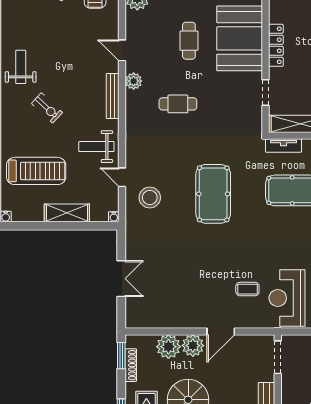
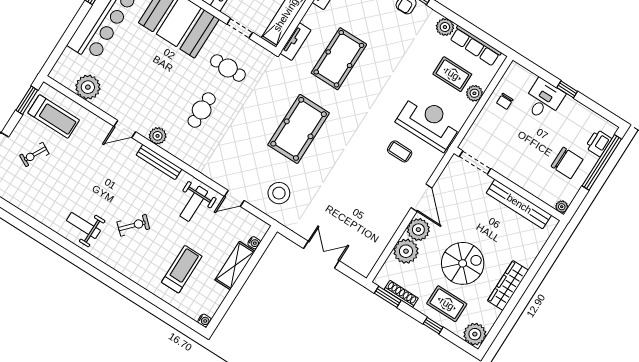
cafe table: (189, 41) -> (228, 68), moved
treadmill: (36, 171) -> (182, 269), width x0.73, depth x0.73
pool table: (213, 194) -> (299, 129), turned 90
stool: (150, 197) -> (279, 193), moved
water cooler: (114, 217) -> (254, 243), moved
coffee table: (247, 289) -> (400, 151), turned 90
reception desk: (287, 298) -> (429, 122), turned 180

